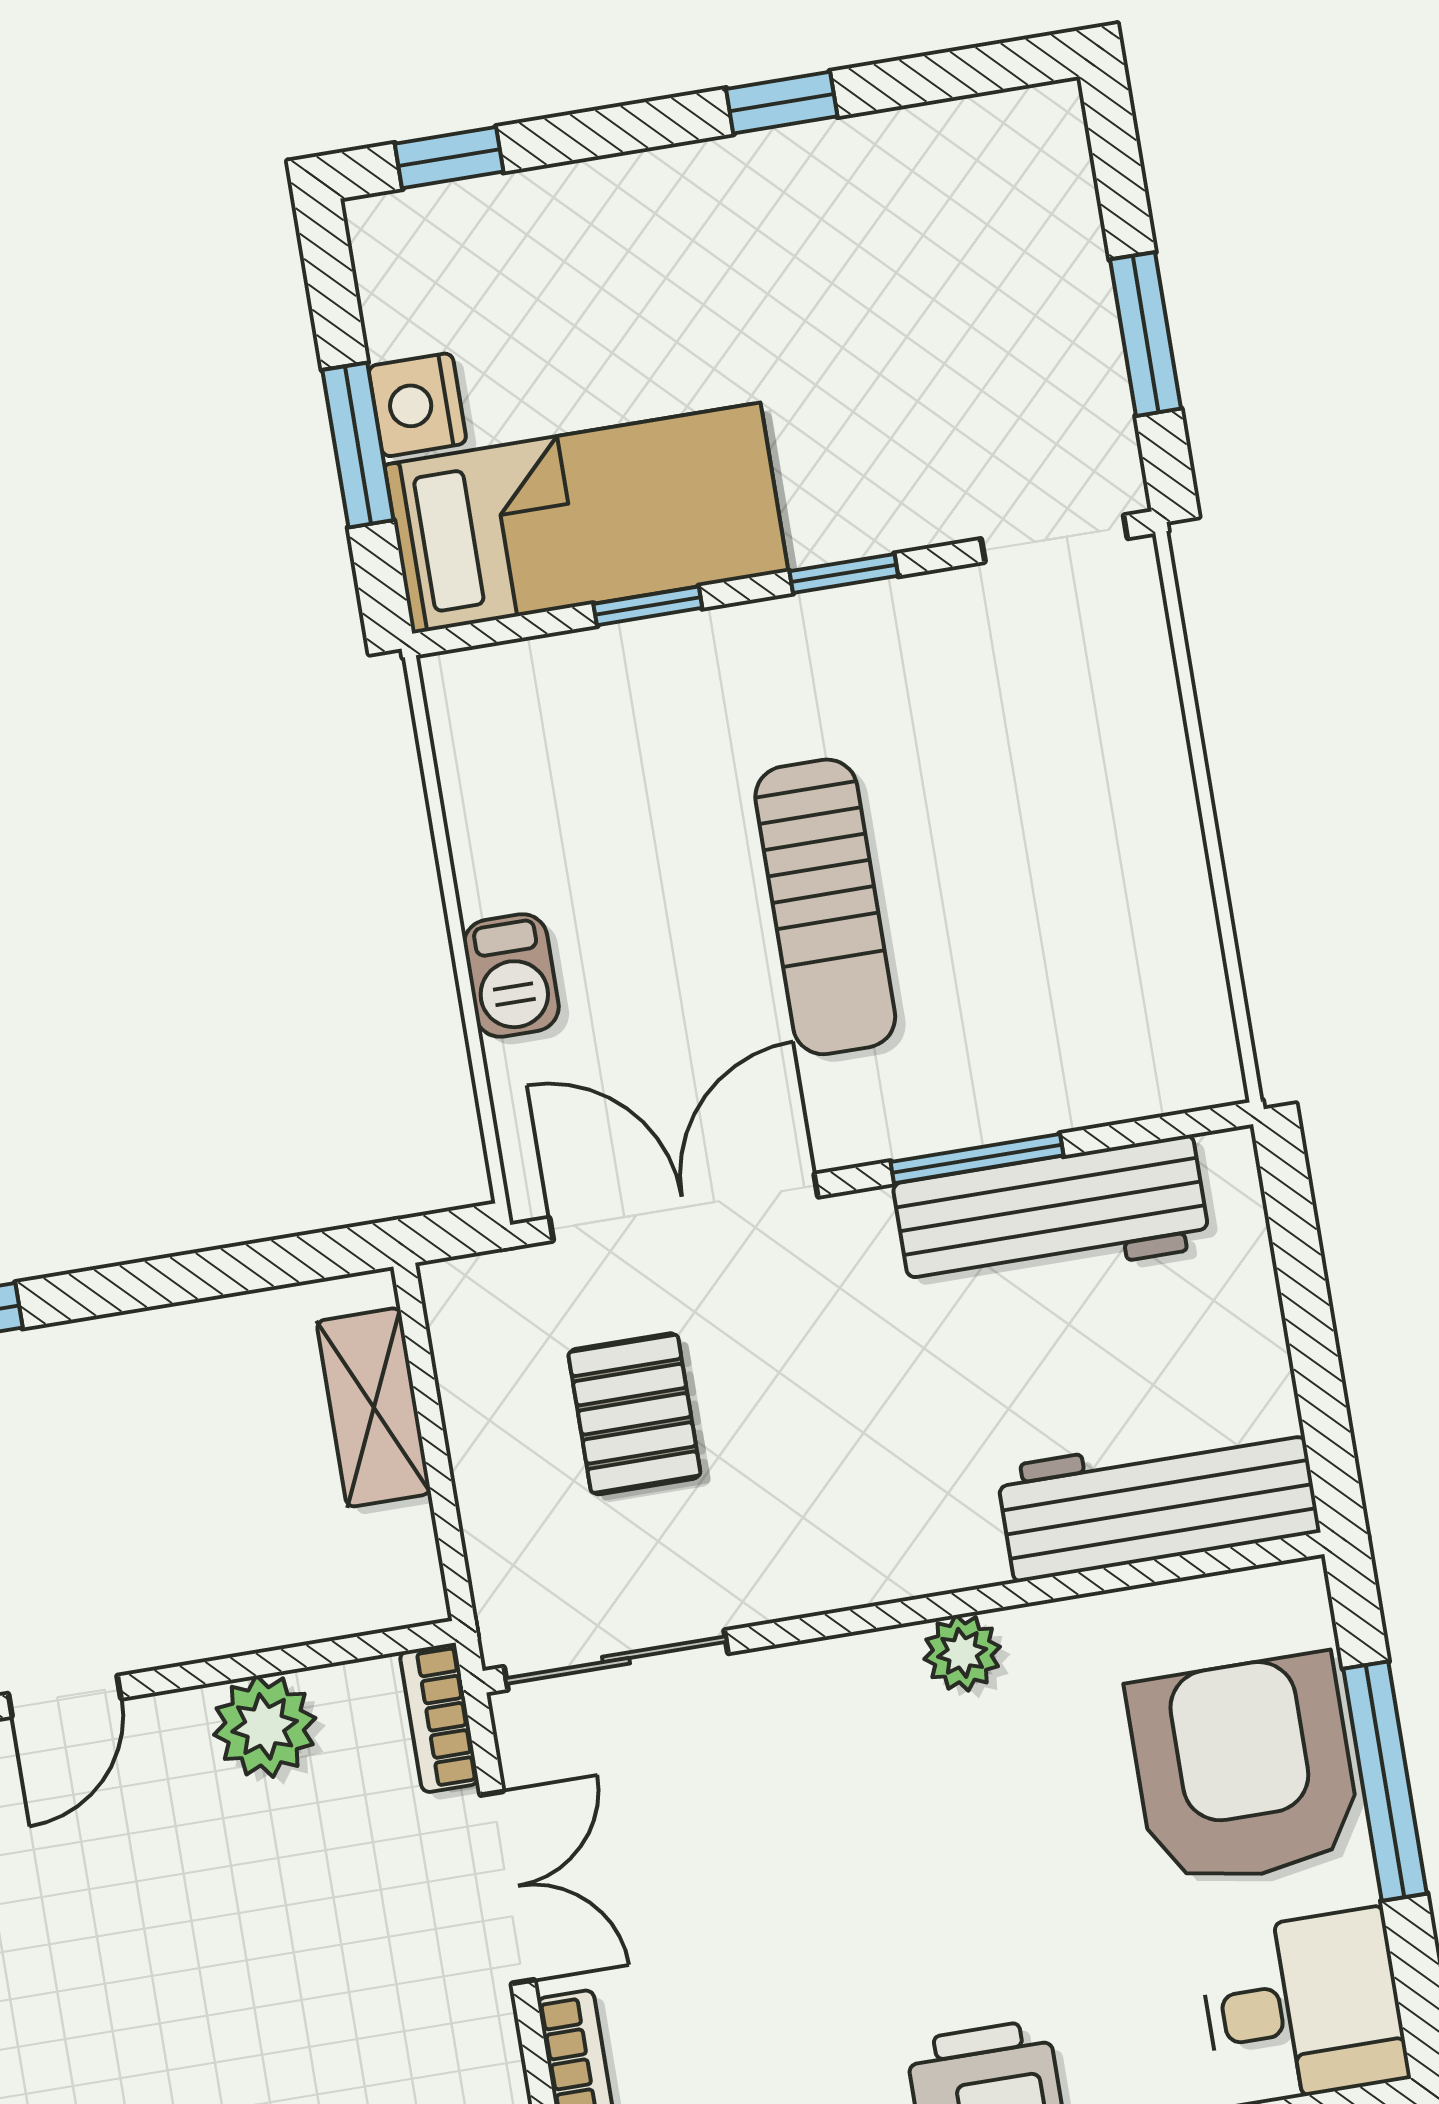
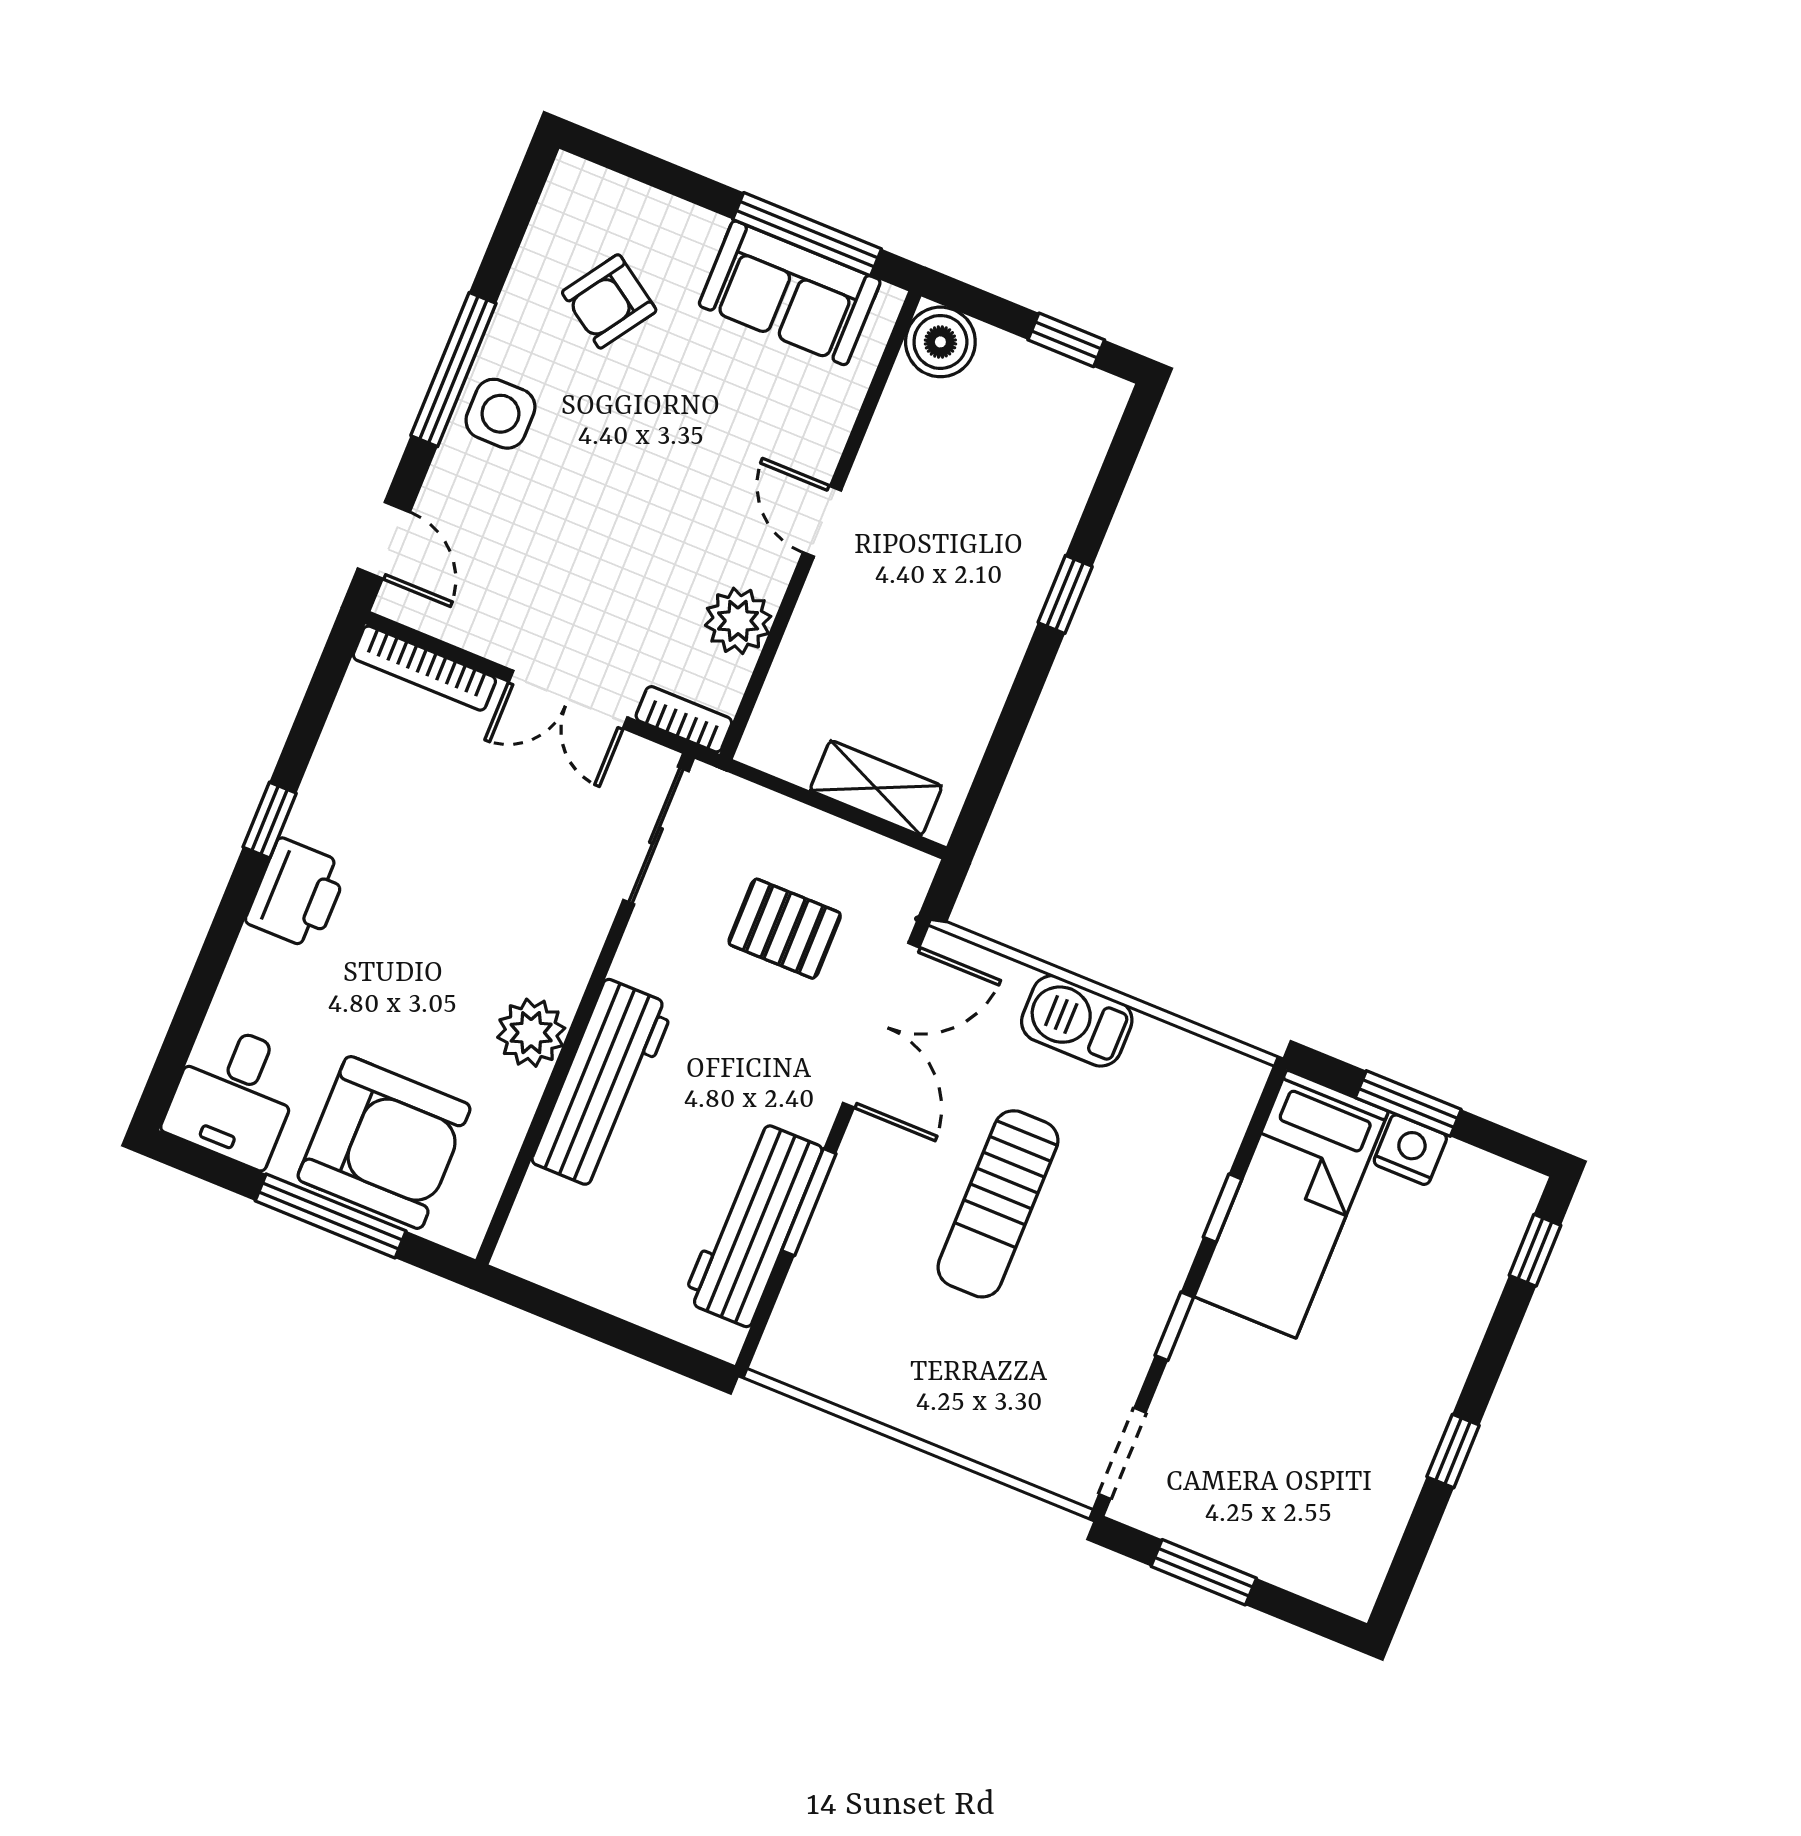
sun lounger: (825, 907) -> (998, 1204), turned -90
barbecue: (511, 975) -> (1077, 1021), width x1.38, depth x1.27
workbench: (1158, 1500) -> (603, 1084), moved
plant: (962, 1653) -> (531, 1033), width x1.38, depth x1.38

